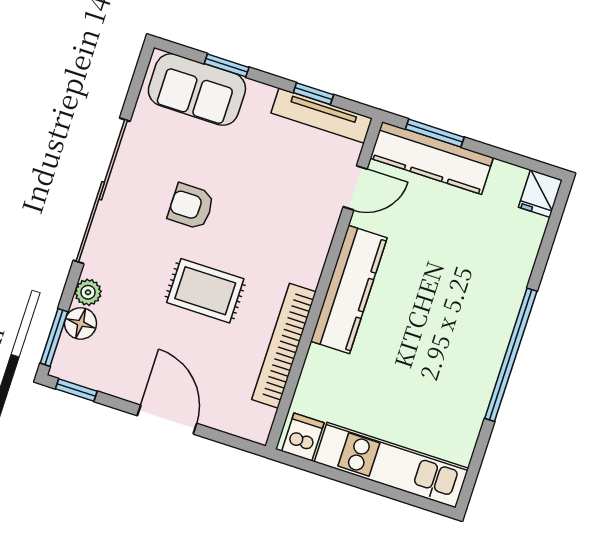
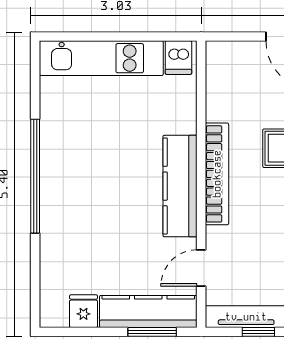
fridge: (540, 194) -> (83, 311), moved
bookcase: (284, 346) -> (217, 174), moved

